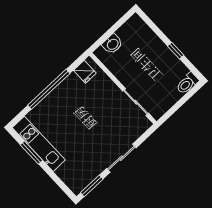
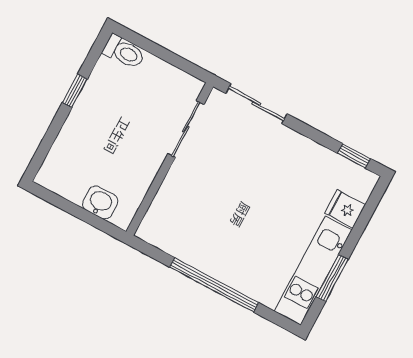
fridge: (85, 72) -> (345, 209), moved, turned -90
sliding door: (121, 158) -> (256, 104), moved
window: (92, 186) -> (354, 156), width x0.67

